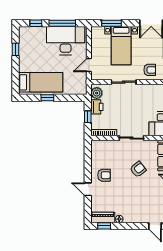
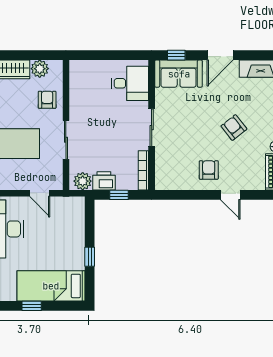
window: (15, 49) -> (32, 306), moved
bed: (41, 82) -> (51, 286), moved, turned -90
armchair: (138, 169) -> (234, 128), moved
door: (88, 189) -> (230, 195), hinge flipped

